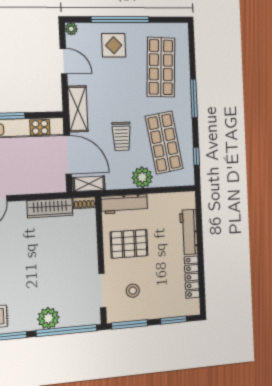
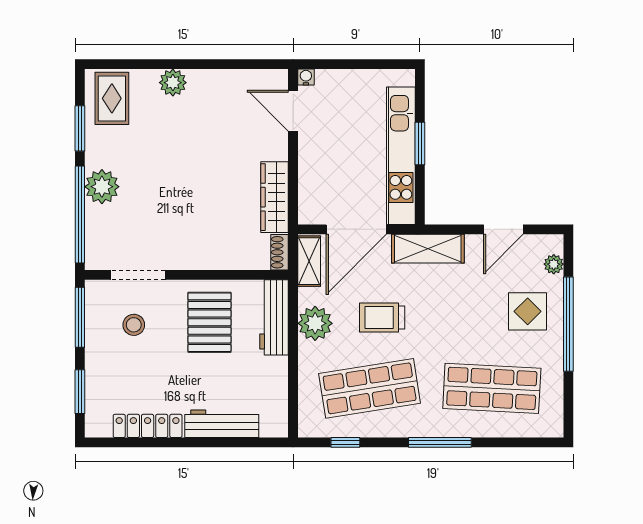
plant: (71, 29) -> (554, 264), moved
plant: (142, 177) -> (315, 323), moved

